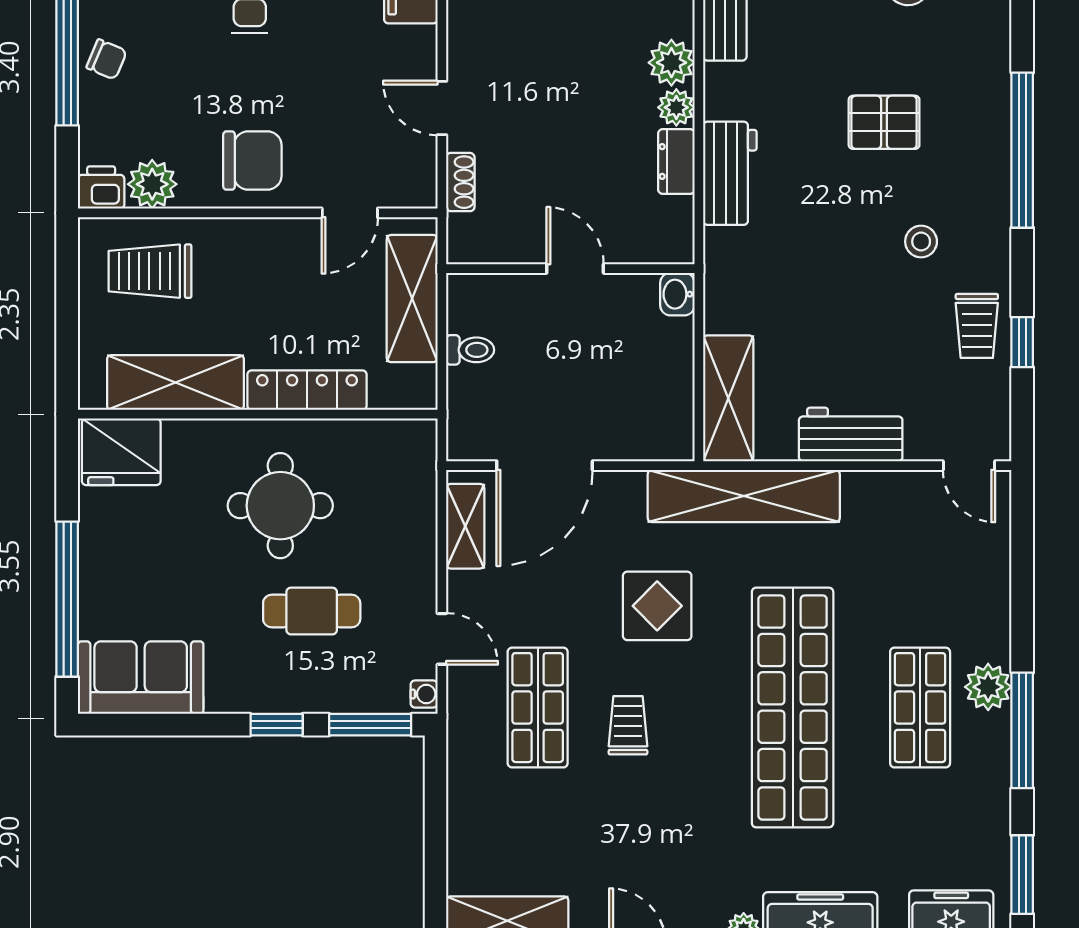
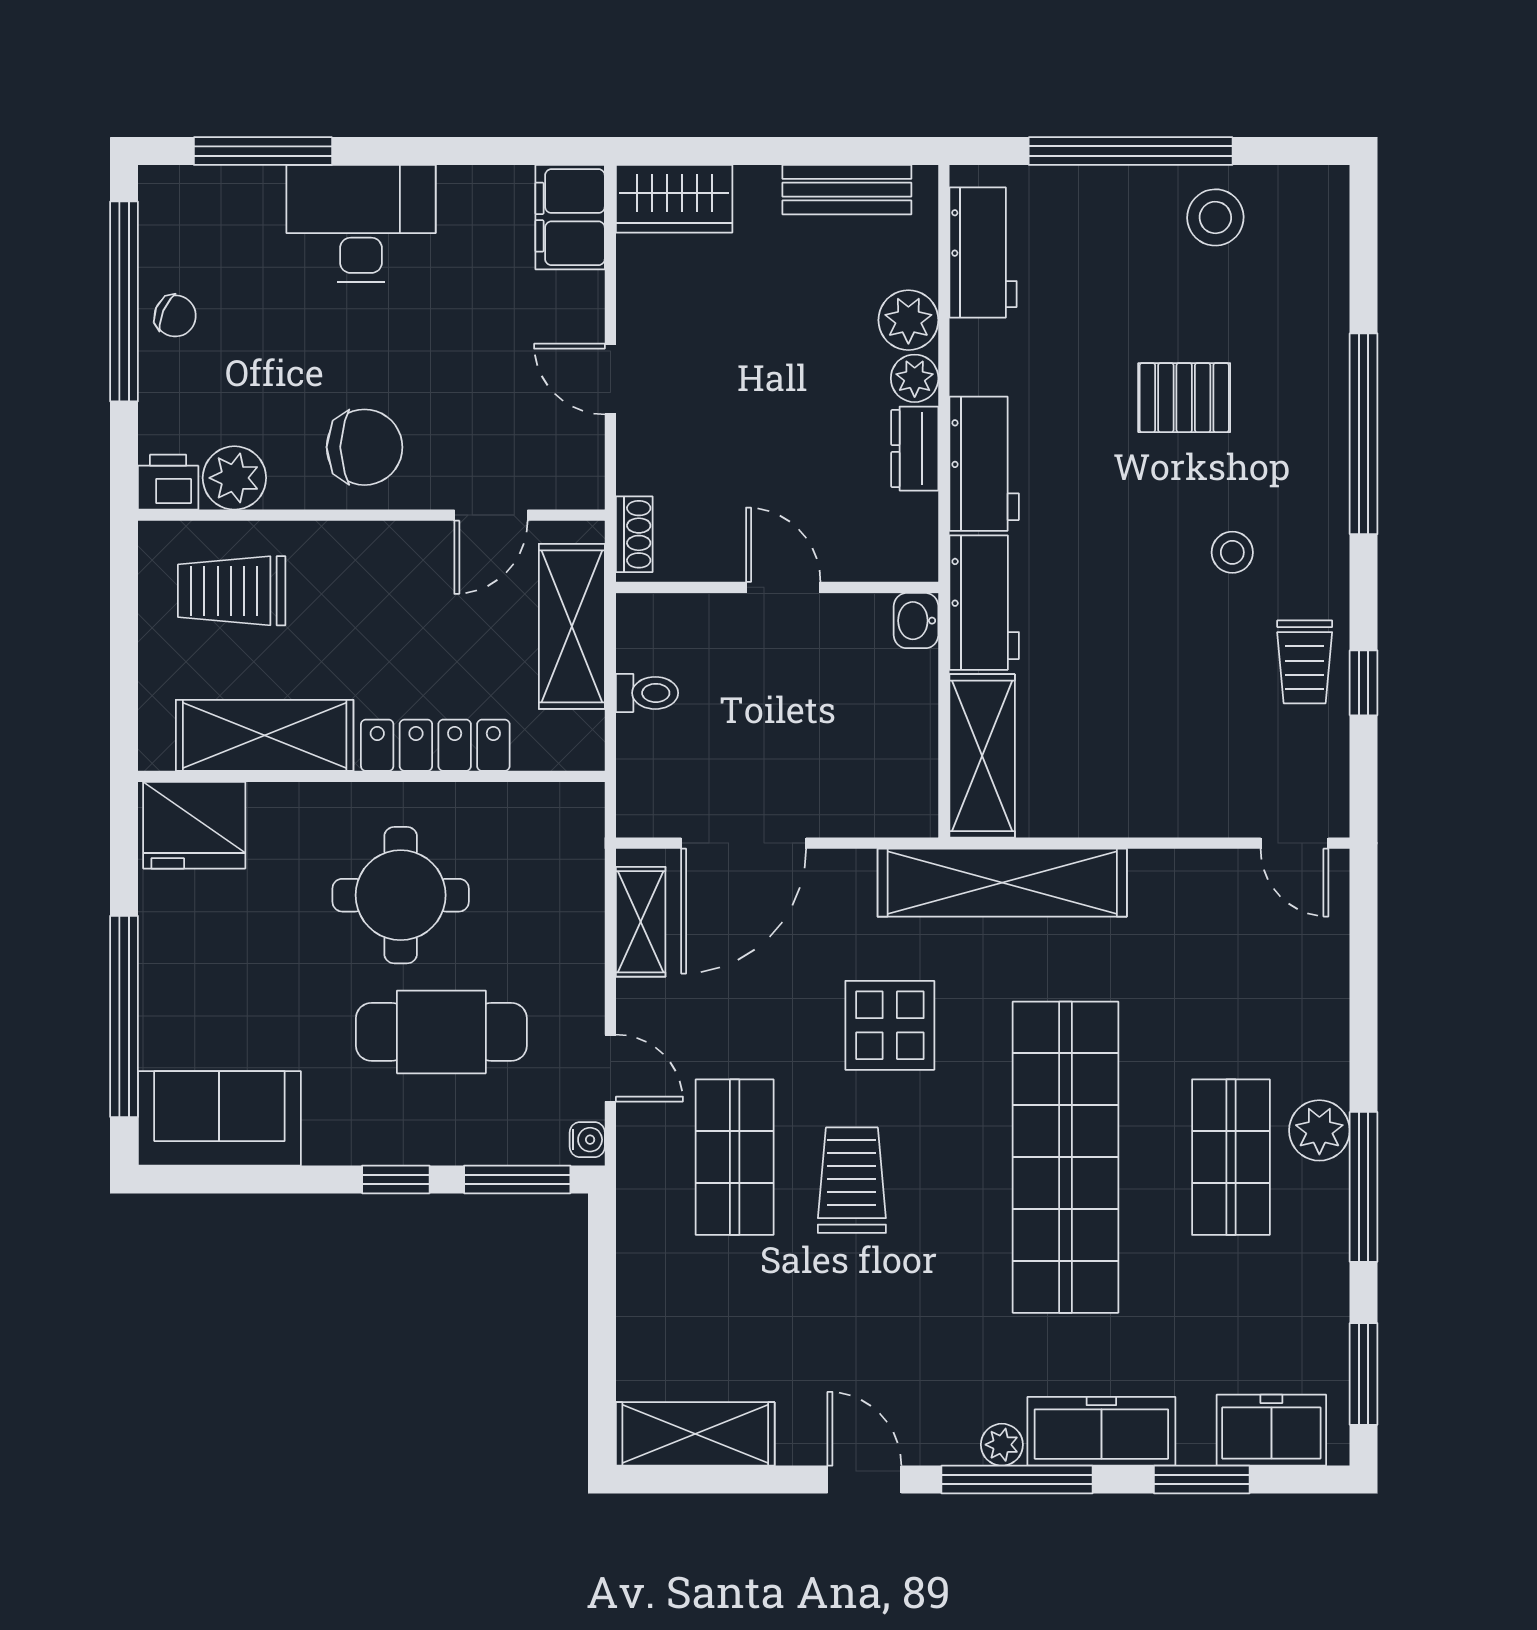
shoe rack: (460, 182) -> (634, 534), moved
workbench: (851, 434) -> (984, 603), moved, turned 90
cafe table: (312, 611) -> (441, 1032), width x1.37, depth x1.35
trolley: (628, 725) -> (852, 1180), width x1.36, depth x1.39

